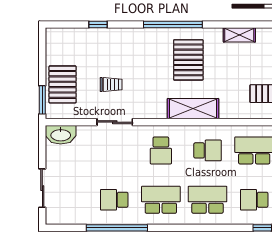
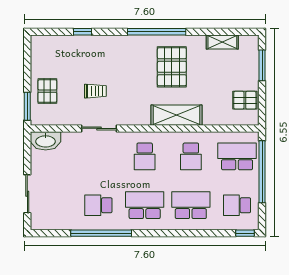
pallet: (63, 84) -> (47, 91), width x0.67, depth x0.71
school desk: (208, 150) -> (191, 156), turned 90

